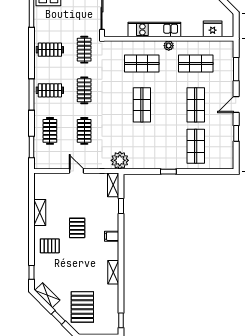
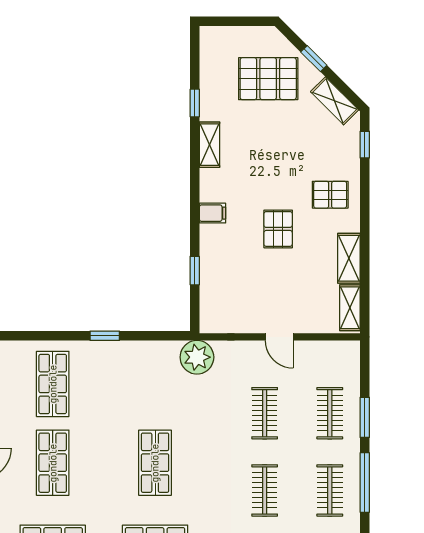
clothes rail: (50, 90) -> (330, 490), turned 90
window: (32, 147) -> (365, 417), moved
shelving: (113, 185) -> (350, 308), moved
pallet: (82, 307) -> (268, 79), turned 90
window: (121, 320) -> (195, 103), moved

